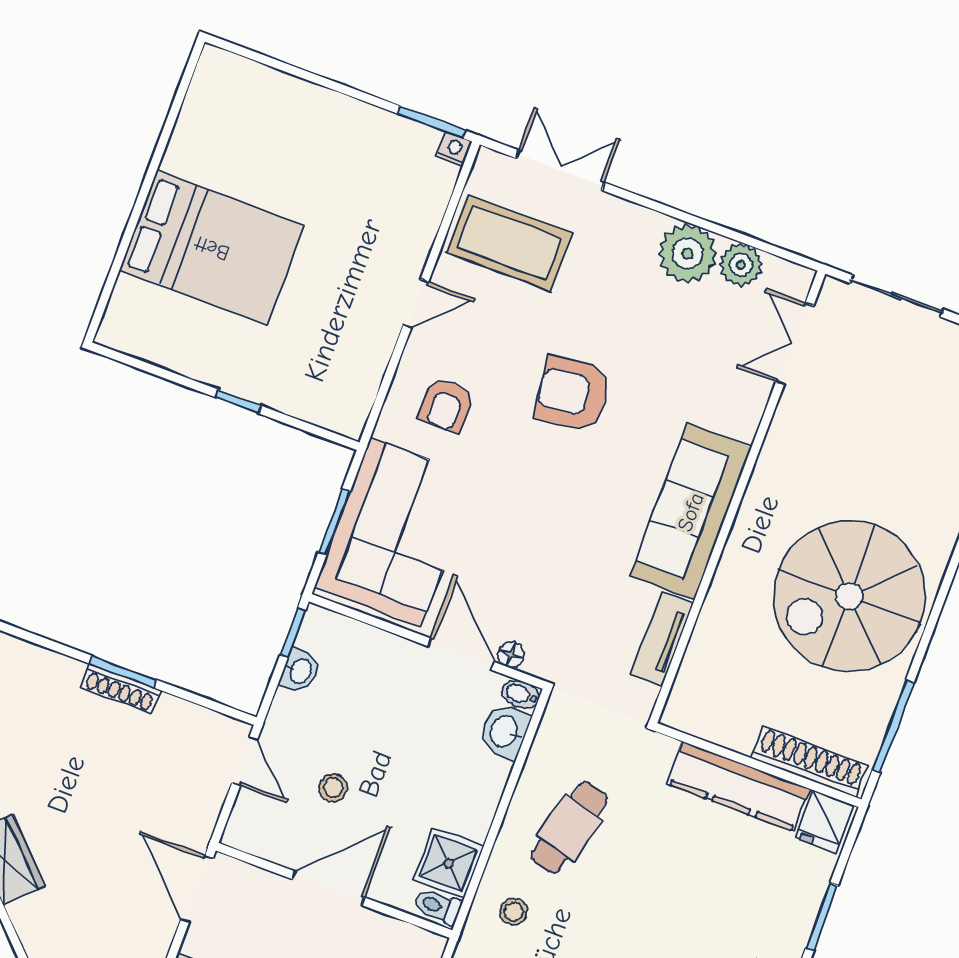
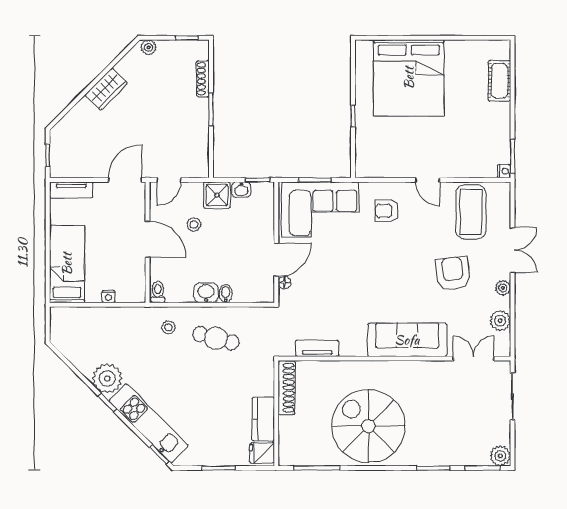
cot: (276, 93) -> (499, 81), added
double door: (560, 170) -> (512, 250), moved
bed: (212, 248) -> (409, 78), width x1.36
plant: (687, 254) -> (503, 288), width x0.53, depth x0.53
armchair: (573, 394) -> (453, 273), moved
sofa: (691, 512) -> (407, 340), moved
shoe rack: (120, 689) -> (203, 79), moved
bidet: (521, 694) -> (226, 294), moved
washbasin: (505, 732) -> (206, 293), moved
door: (245, 761) -> (169, 180), moved
shoe rack: (809, 762) -> (287, 388), moved
kitchen counter: (738, 786) -> (263, 419), width x0.67
shower: (448, 863) -> (217, 195), moved

